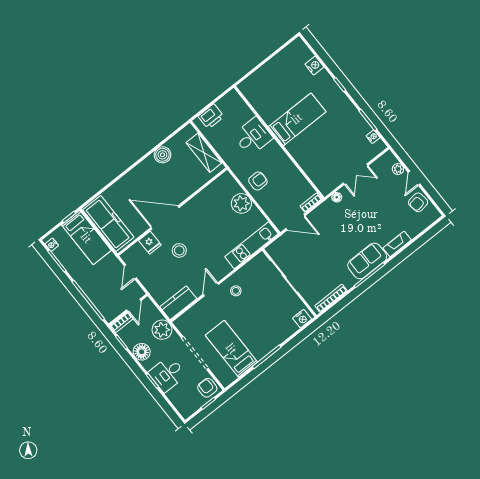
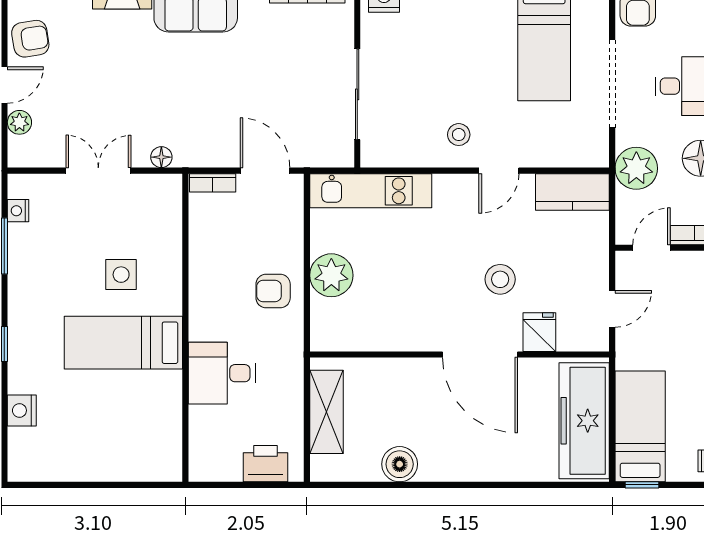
side table: (318, 143) -> (121, 275), added

